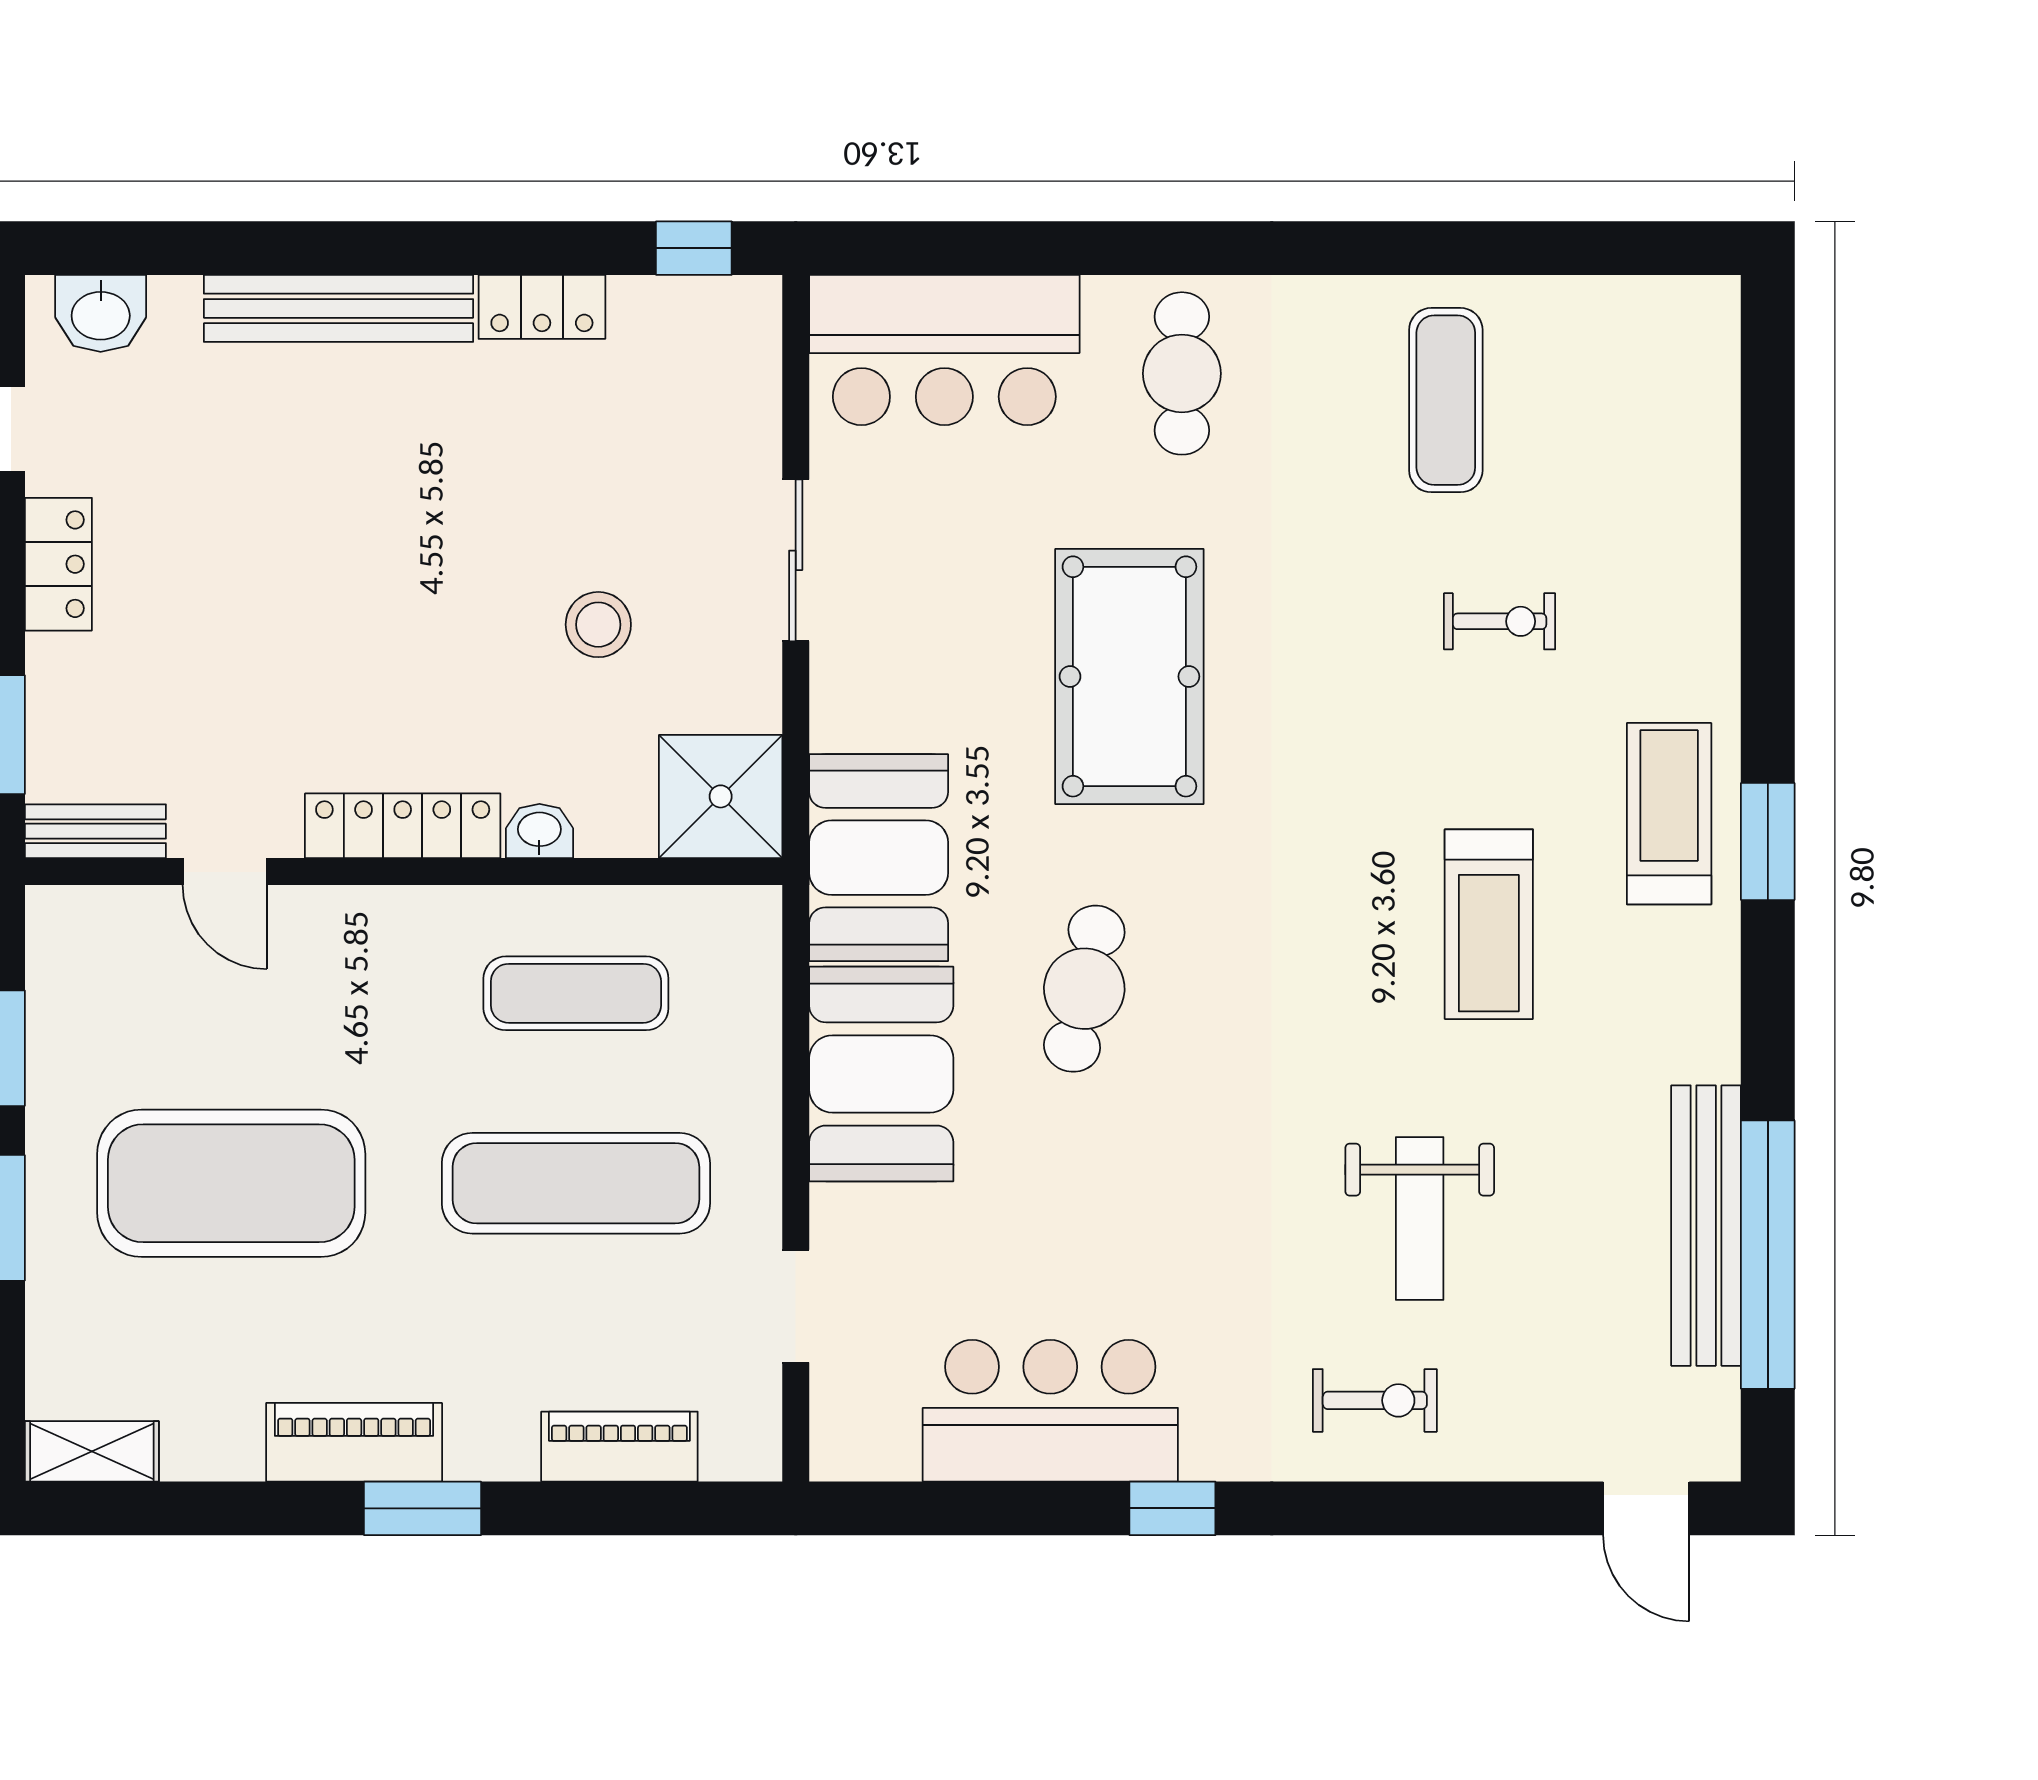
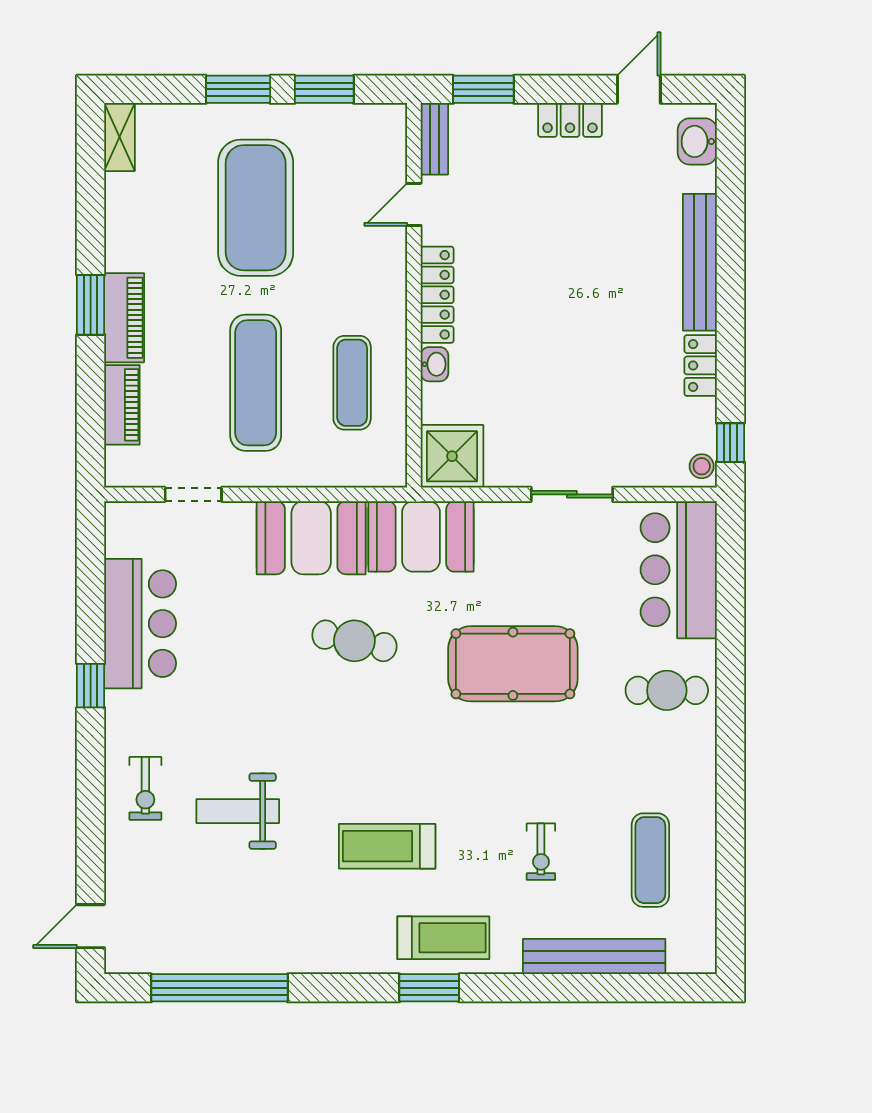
exercise mat: (1446, 400) -> (650, 860), moved, turned 90
stool: (598, 625) -> (702, 466), moved, width x0.73, depth x0.73
bench: (1706, 1226) -> (594, 957), moved
piano: (354, 1442) -> (124, 318), moved

